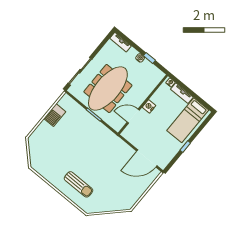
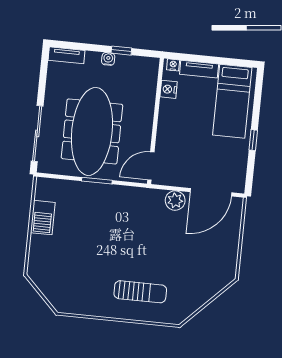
nightstand: (149, 106) -> (169, 89), moved
door: (133, 116) -> (151, 166), moved
plant: (126, 151) -> (175, 201), added

